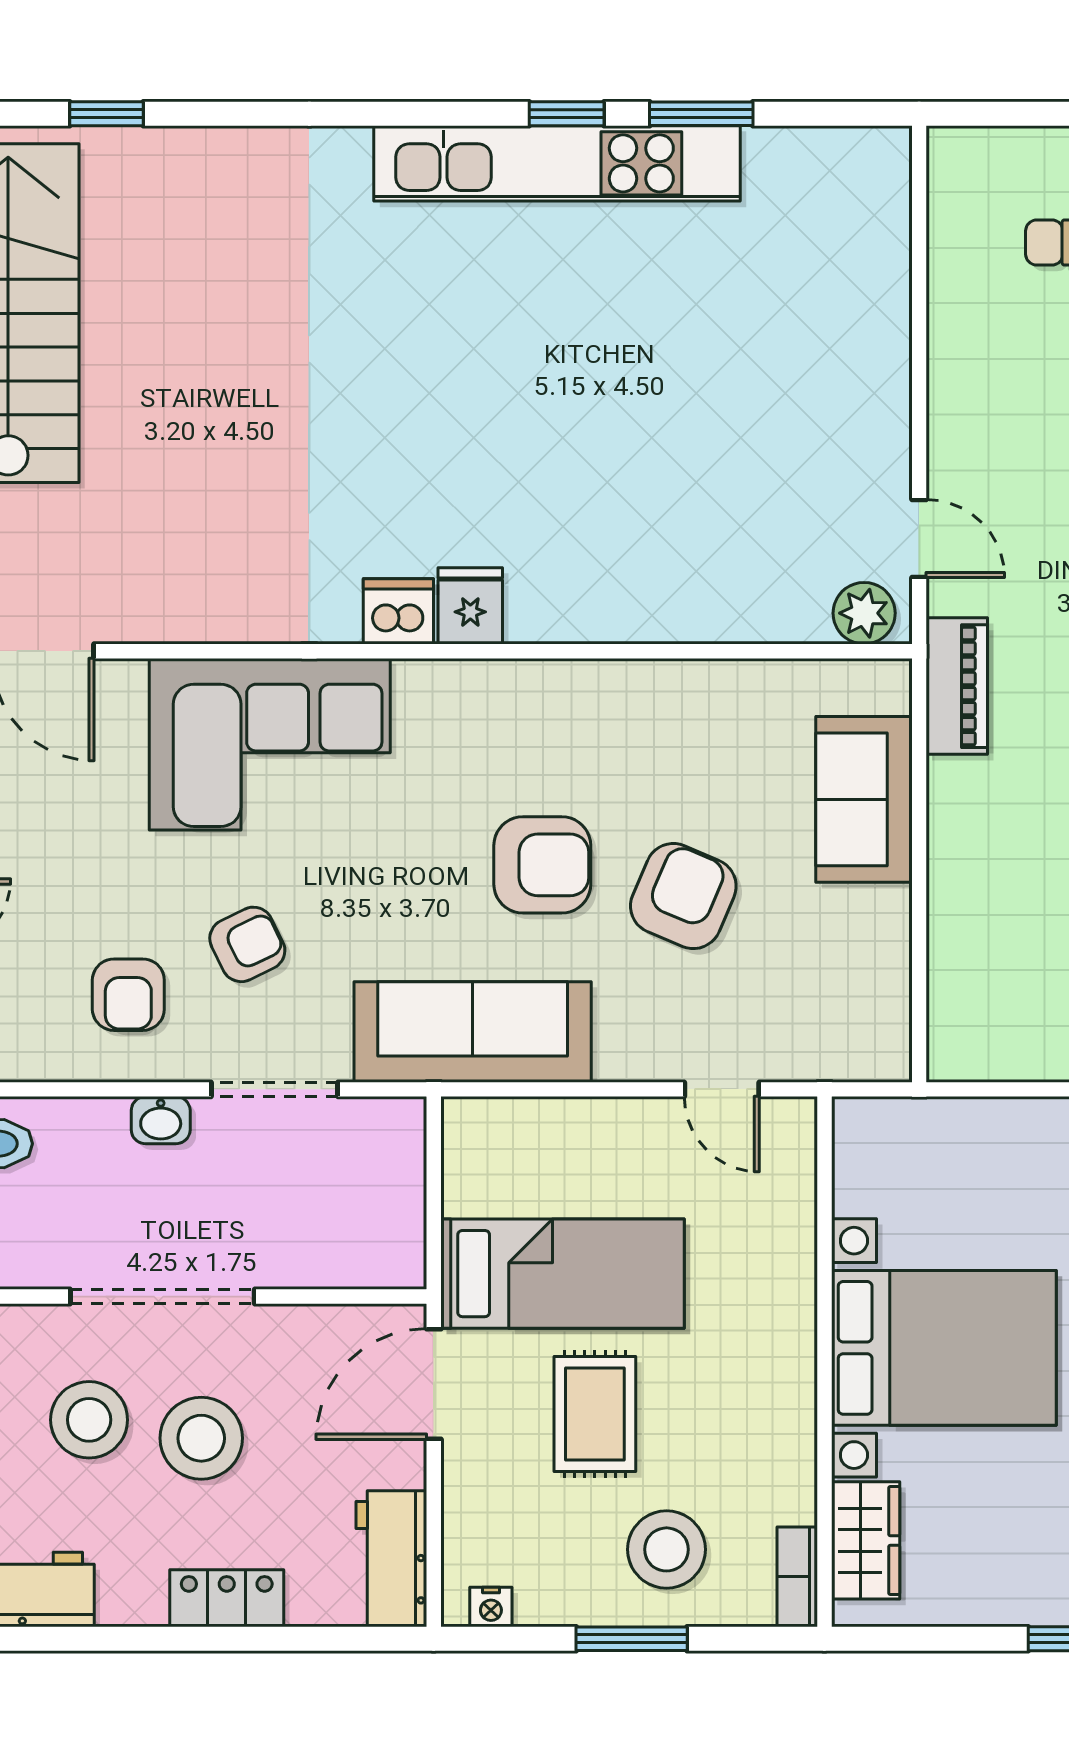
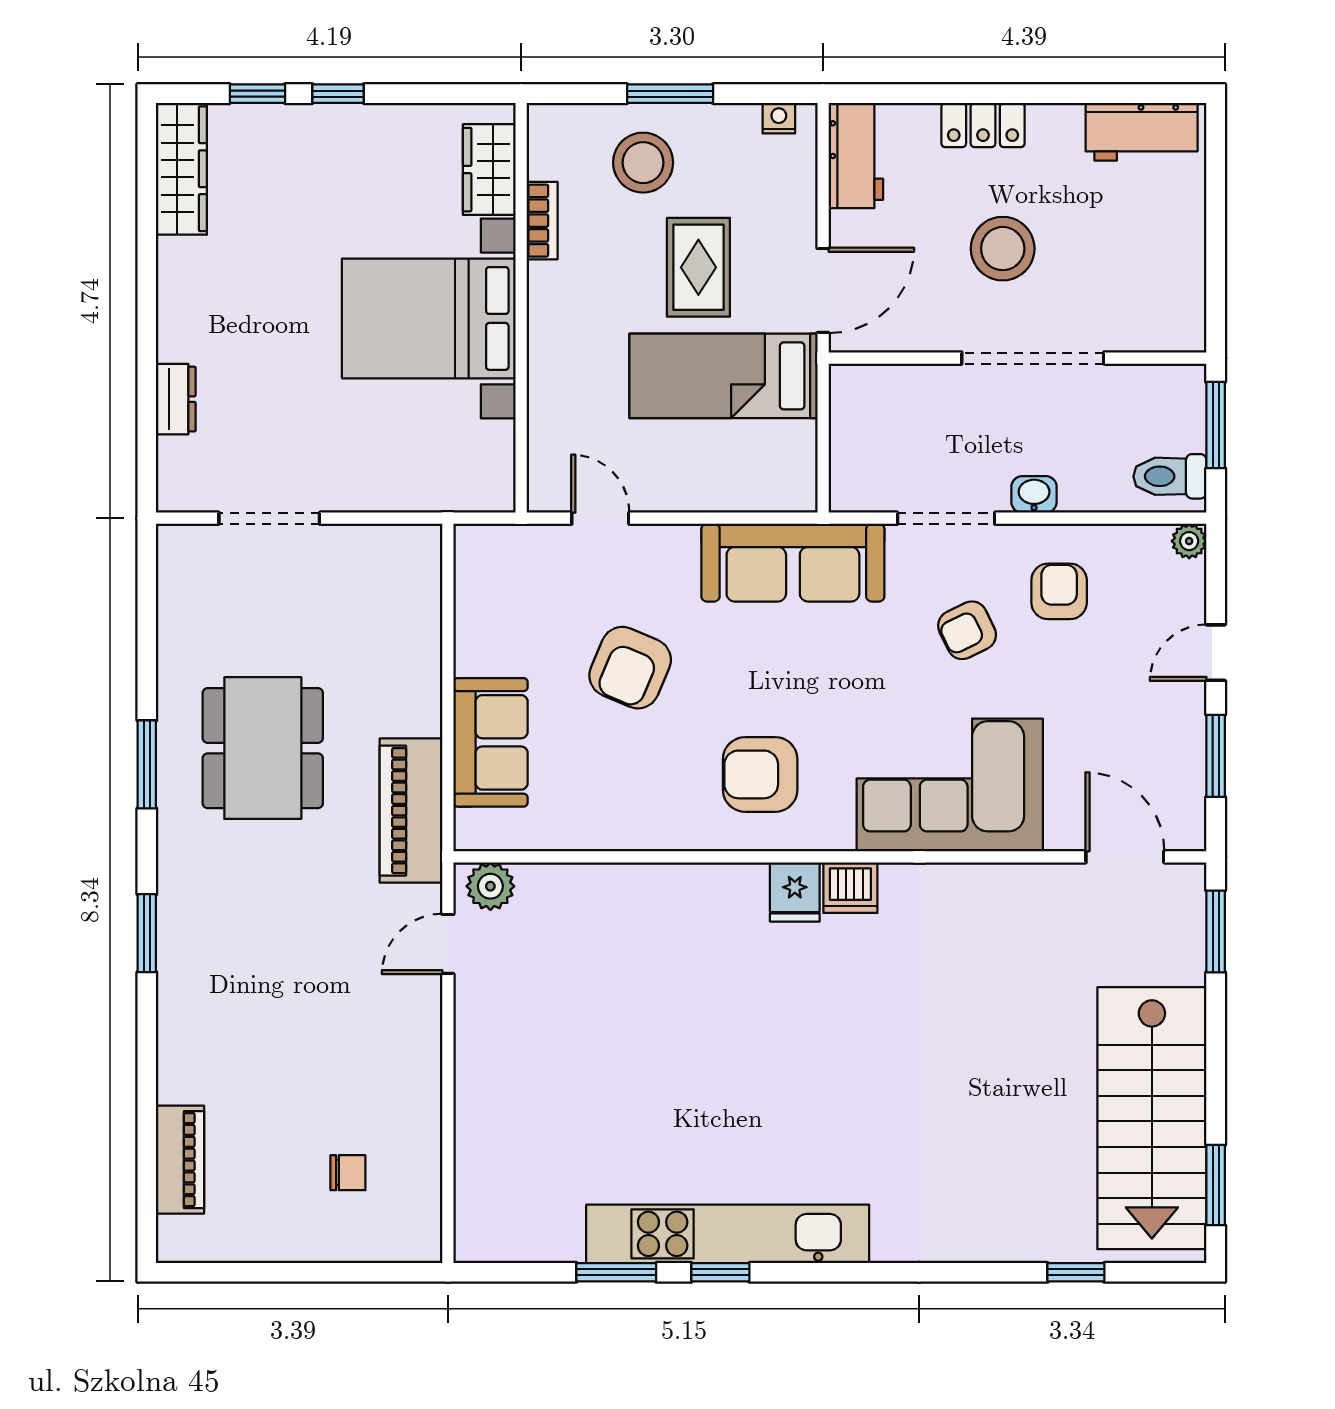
door: (919, 539) -> (448, 944), hinge flipped
piano: (957, 686) -> (411, 811), width x1.37, depth x1.33
armchair: (542, 865) -> (760, 774), moved
stool: (89, 1420) -> (1089, 263), removed
bookcase: (797, 1577) -> (542, 221), moved

